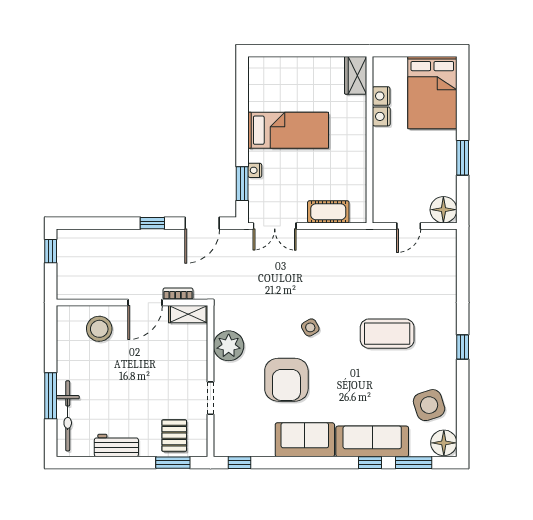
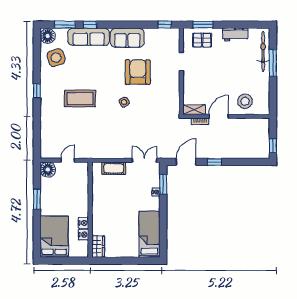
bed: (288, 130) -> (149, 234), moved, turned 90
plant: (229, 346) -> (171, 92), removed
pallet: (174, 436) -> (202, 40), turned 90

